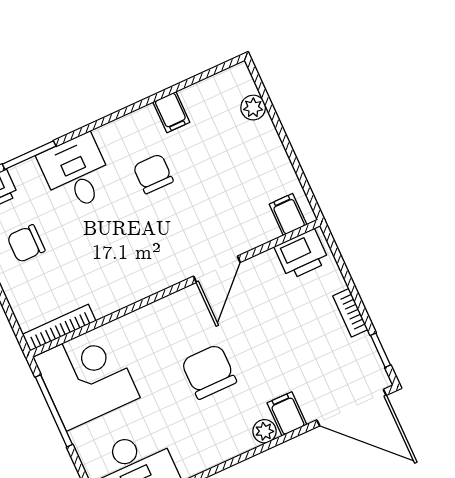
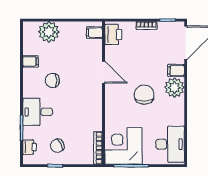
plant: (253, 108) -> (49, 32), width x1.87, depth x1.87
chair: (26, 244) -> (57, 146), turned 65
chair: (209, 372) -> (144, 95), turned 90
plant: (265, 431) -> (174, 87), width x1.87, depth x1.87

